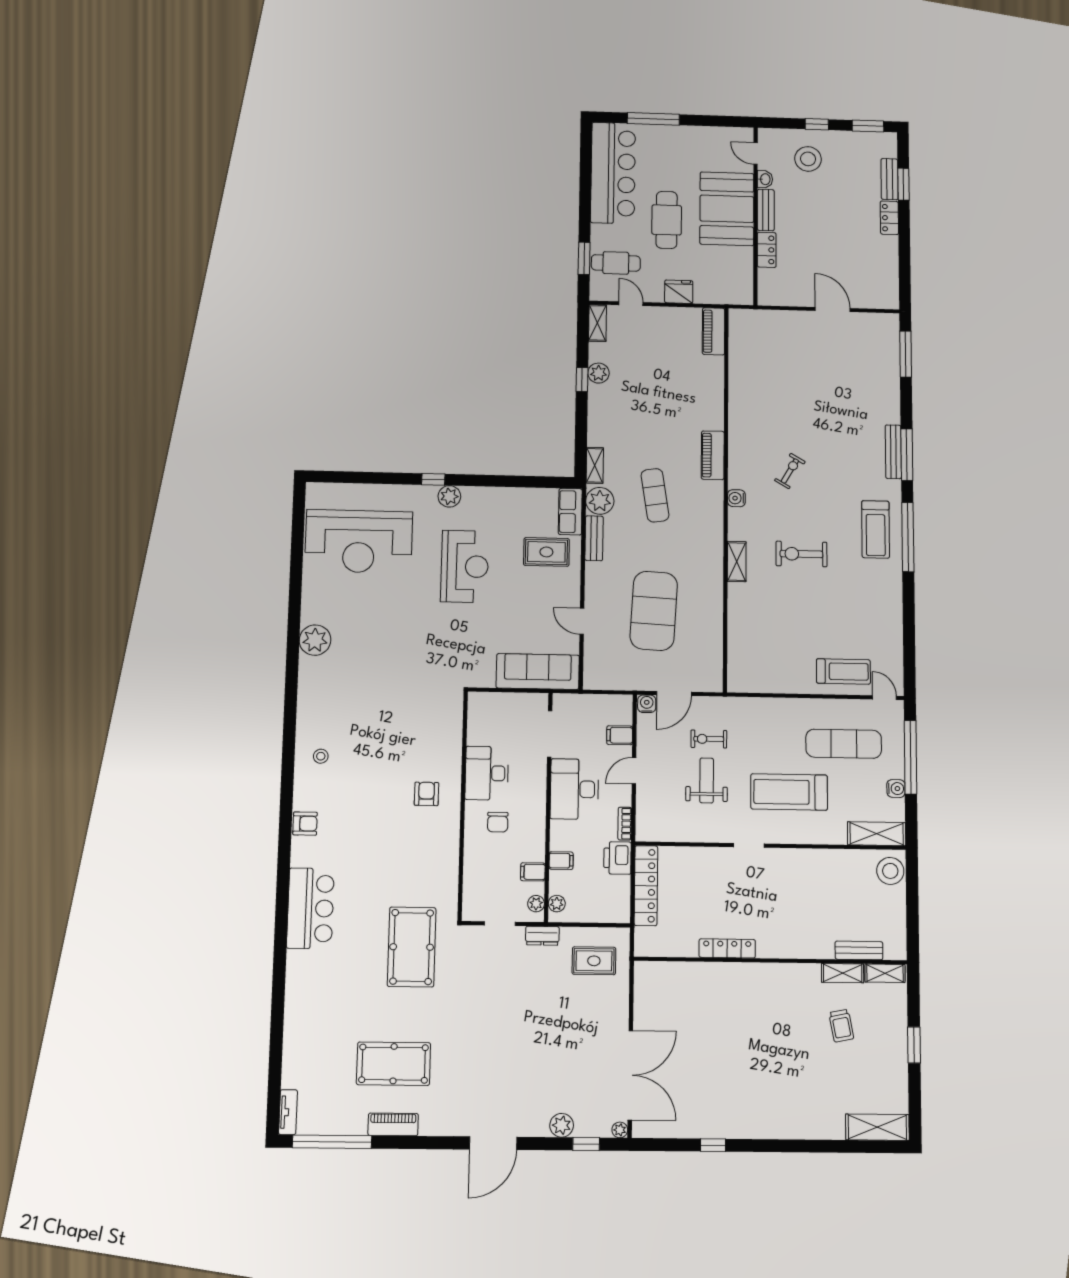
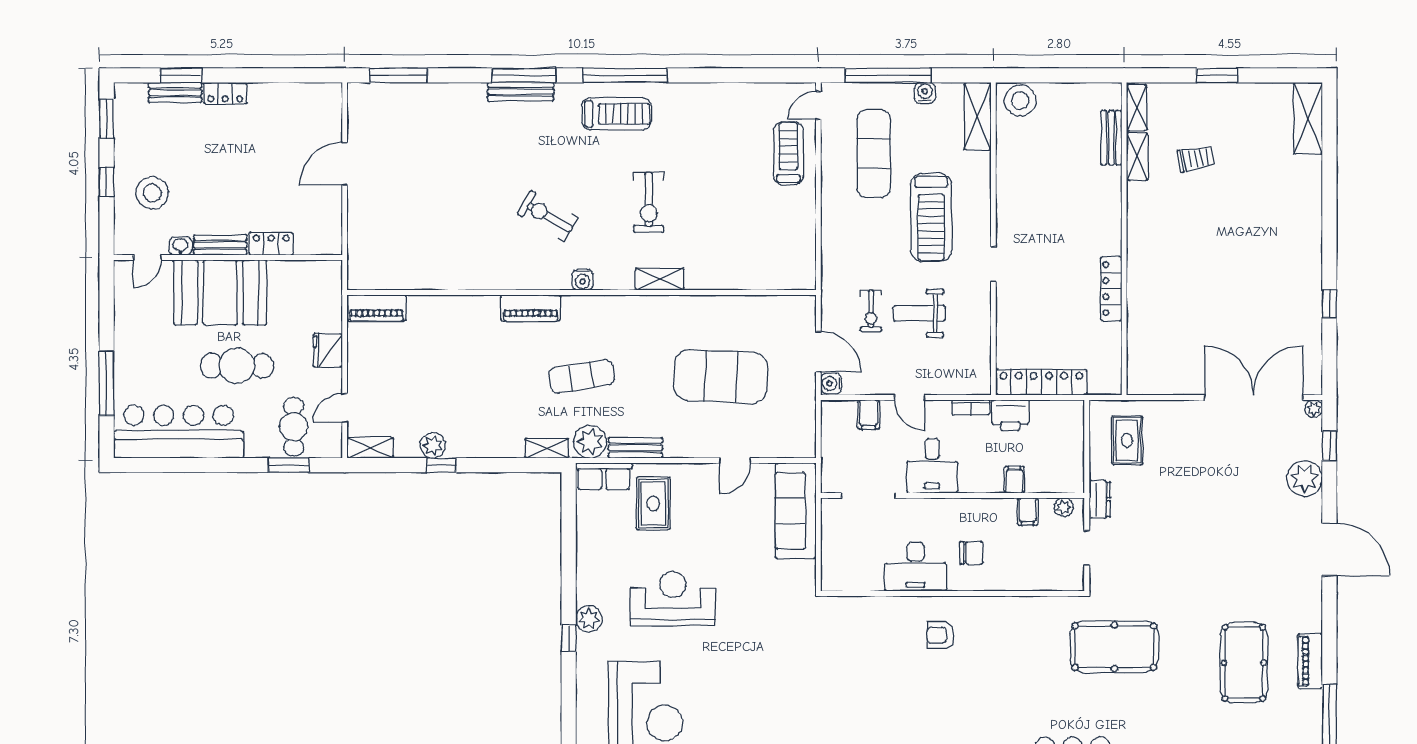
exercise bike: (790, 471) -> (548, 216), width x1.38, depth x1.39
desk: (574, 789) -> (932, 466), width x0.73
plant: (557, 904) -> (1063, 484), removed
plant: (562, 1125) -> (1305, 478), width x1.36, depth x1.36

